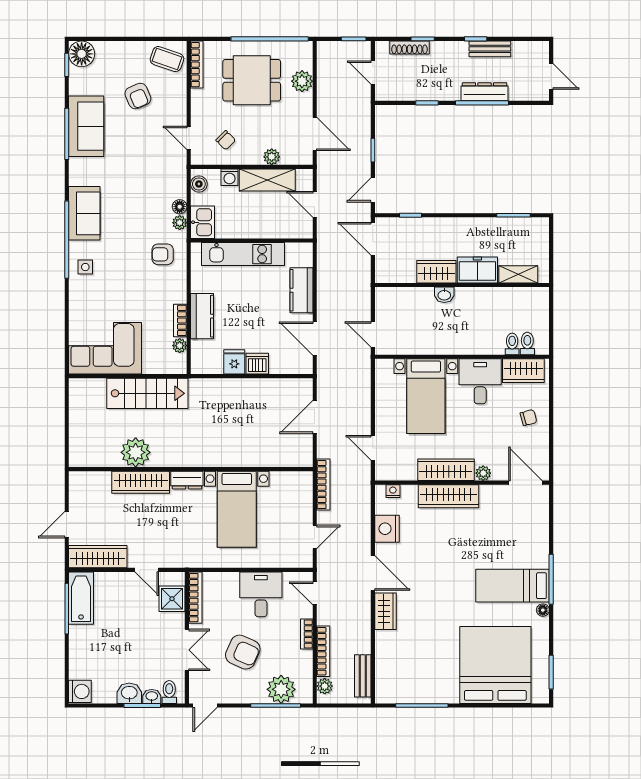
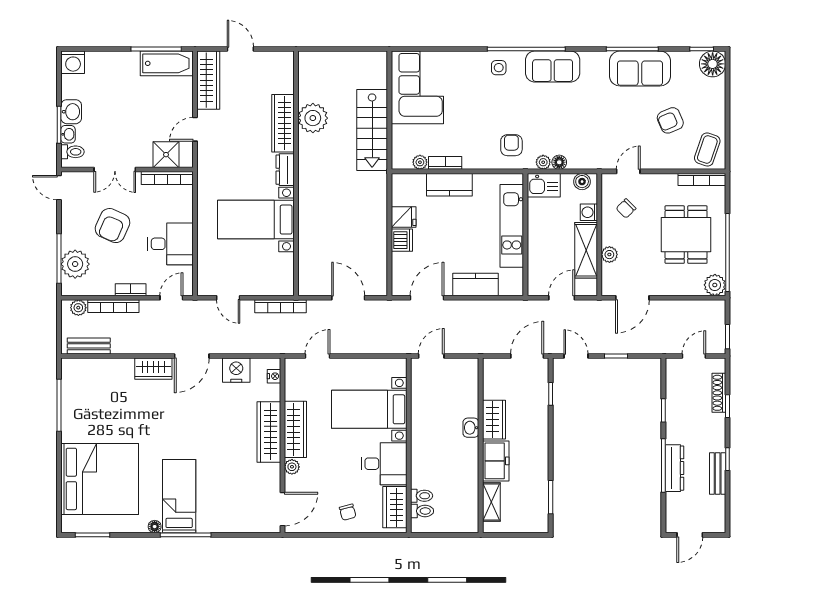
plant: (302, 81) -> (715, 285), moved

